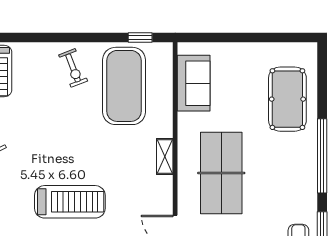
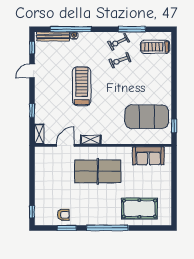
exercise bike: (73, 68) -> (120, 60), moved
shelving: (165, 156) -> (91, 140), moved
treadmill: (70, 202) -> (82, 86), turned 180

